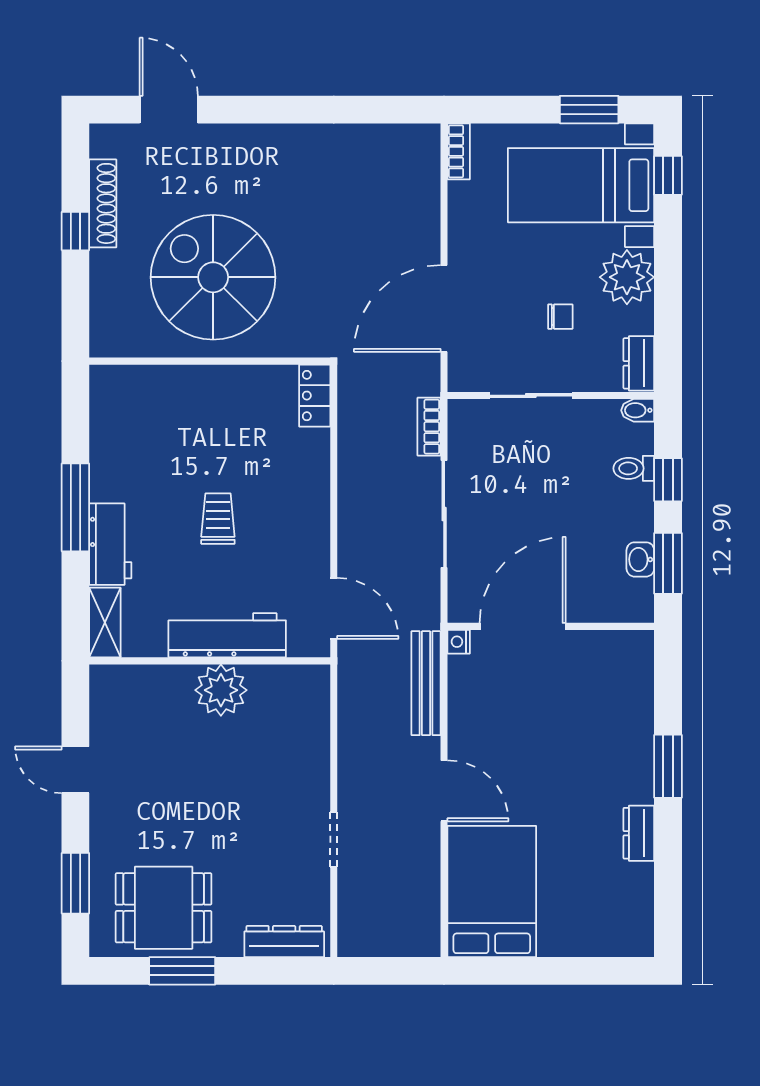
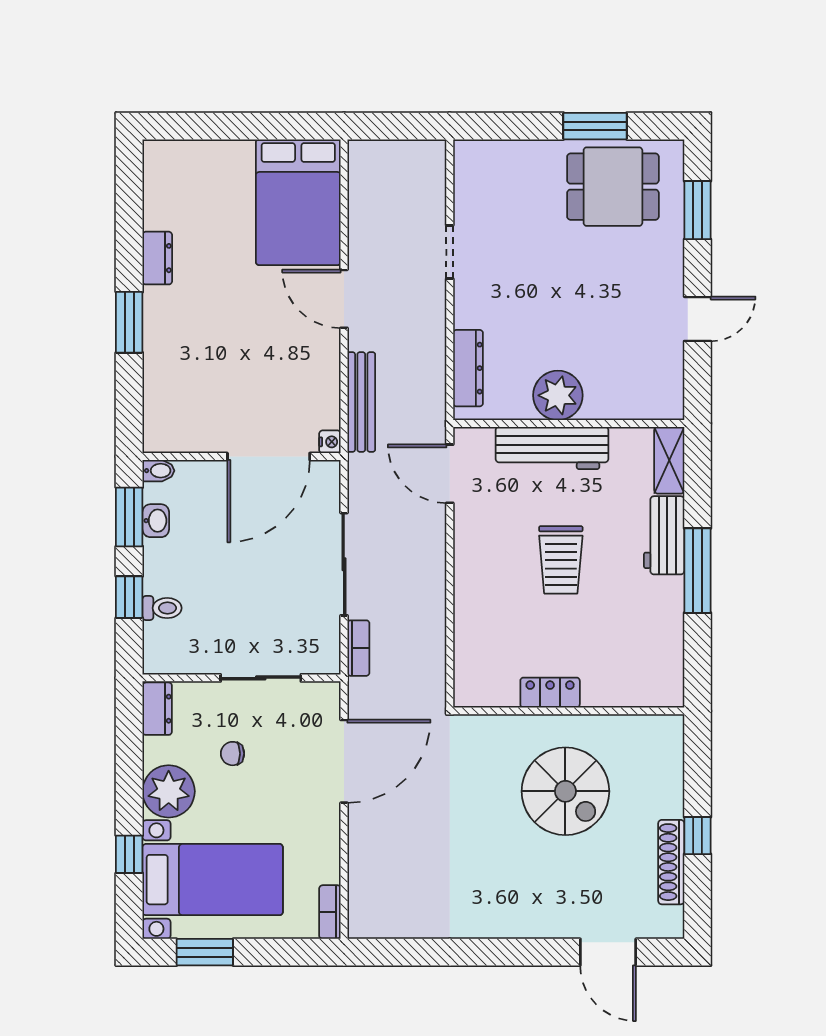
window: (668, 175) -> (129, 854), moved
spiral stairs: (213, 277) -> (565, 791), width x0.73, depth x0.73
locker: (315, 396) -> (550, 693), moved, turned -90
bidet: (638, 410) -> (158, 471), moved
trolley: (218, 519) -> (561, 560), width x1.36, depth x1.39
door: (75, 770) -> (698, 319), hinge flipped
dresser: (284, 941) -> (468, 368), moved, turned -90

